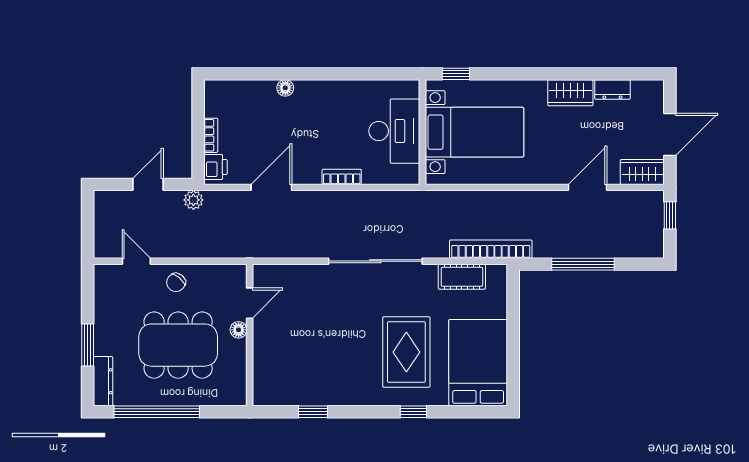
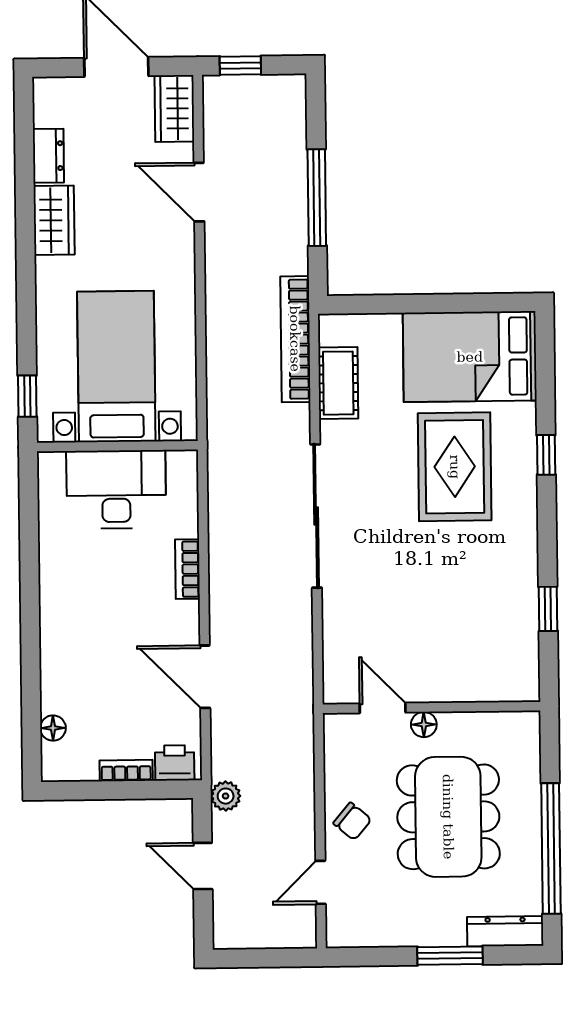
floor lamp: (285, 88) -> (53, 728), moved
rug: (406, 352) -> (455, 467), turned 90

